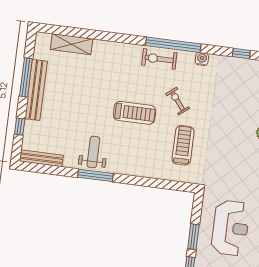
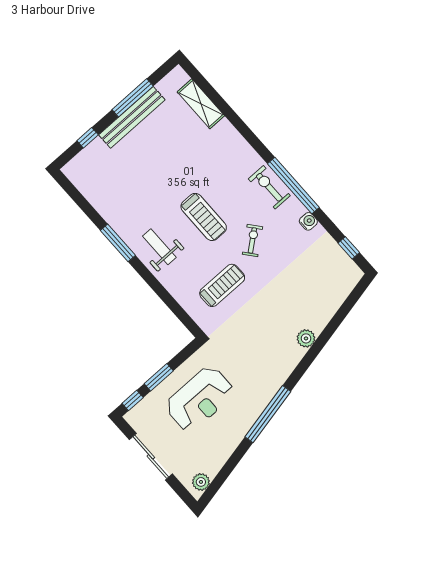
weight bench: (93, 152) -> (159, 247), moved, turned -90
bench: (41, 158) -> (82, 184), removed

